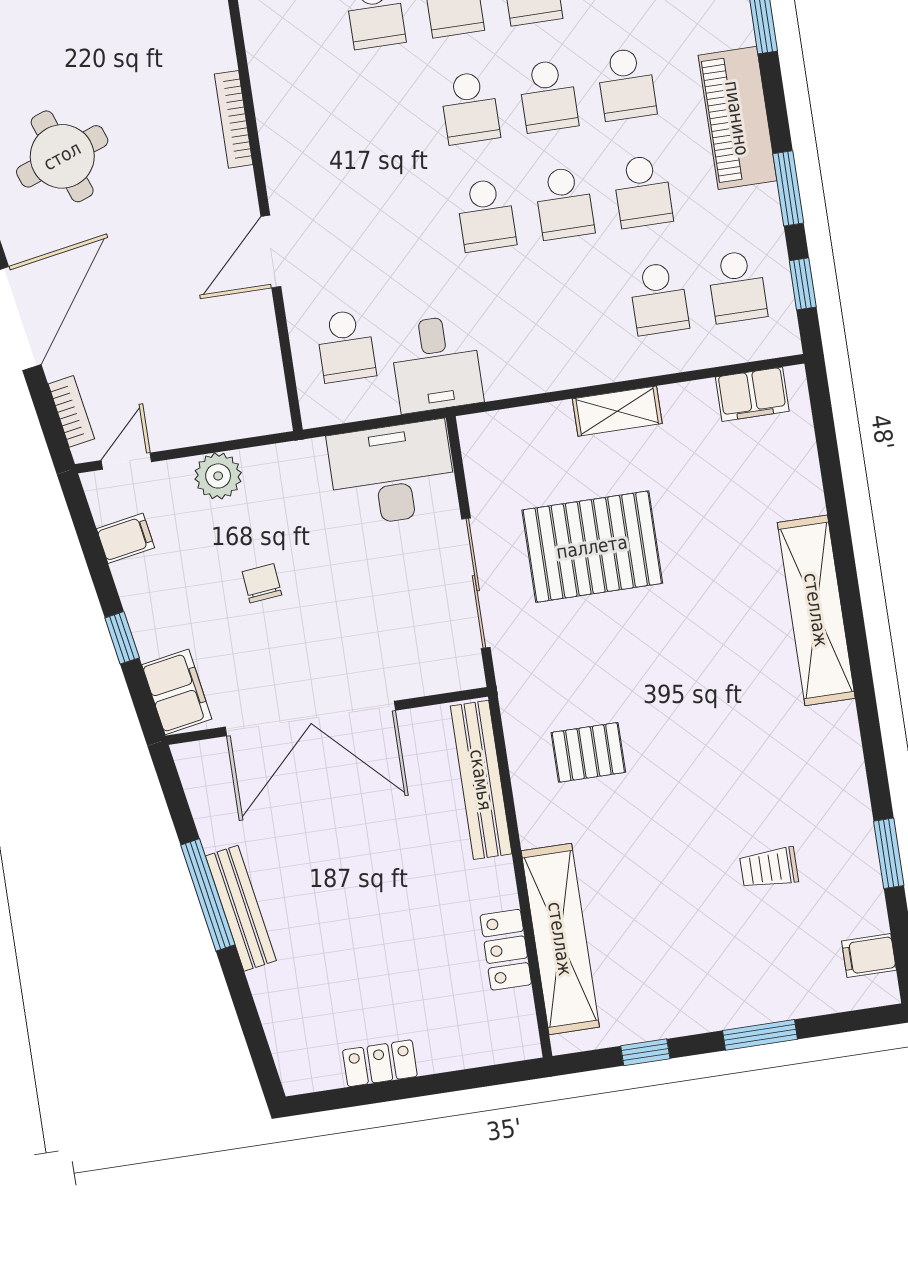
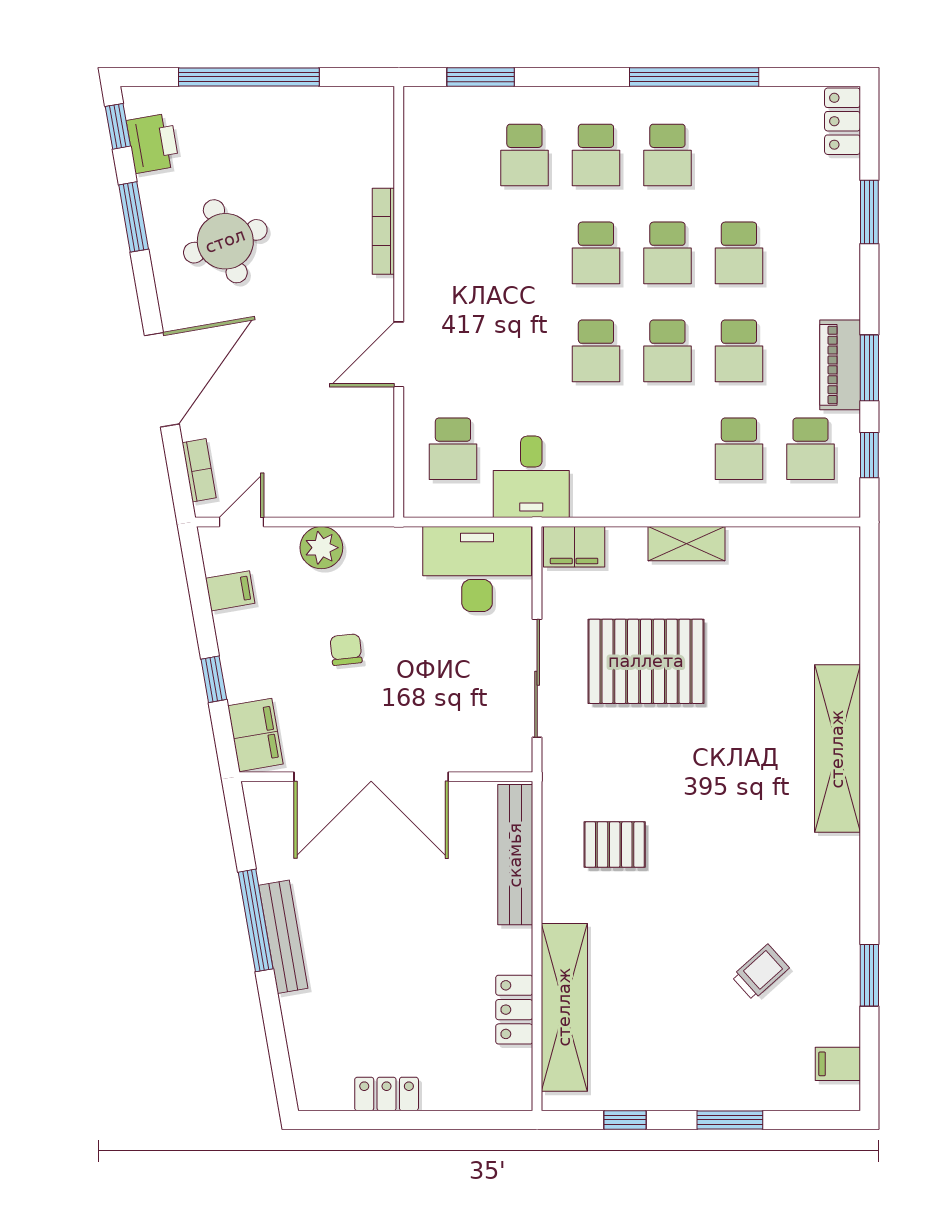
piano: (737, 118) -> (840, 365), moved, width x0.73, depth x0.75
filing cabinet: (752, 394) -> (574, 547), moved
trolley: (769, 868) -> (760, 972), turned 138

